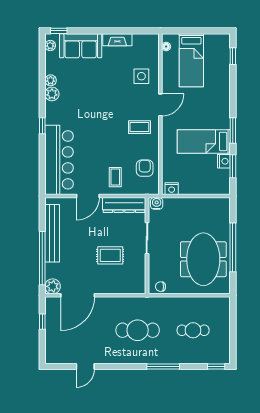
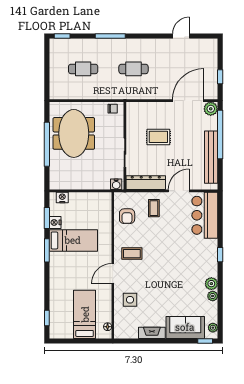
bar counter: (59, 160) -> (205, 215), width x0.73
nightstand: (172, 189) -> (62, 198), moved
cafe table: (138, 330) -> (134, 69), width x0.73, depth x0.74

